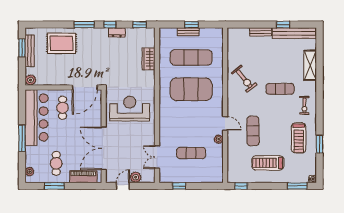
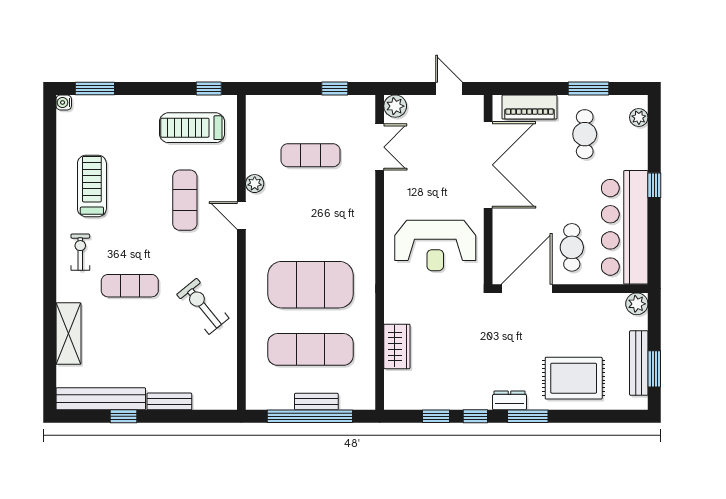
window: (140, 25) -> (436, 416), moved
window: (191, 25) -> (310, 416), width x3.17
dresser: (117, 32) -> (510, 400), moved
window: (22, 138) -> (654, 185), width x0.46
window: (319, 144) -> (50, 173), removed
treadmill: (268, 163) -> (192, 128), moved, turned 180
plant: (136, 177) -> (395, 106), moved
door: (123, 186) -> (449, 88), swing flipped

